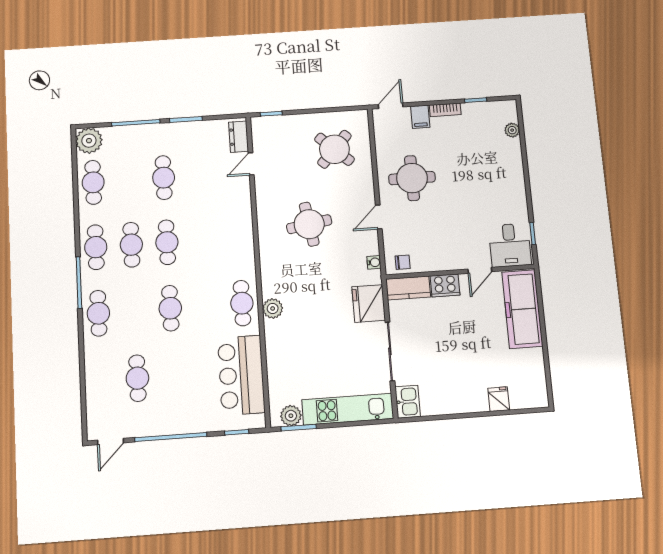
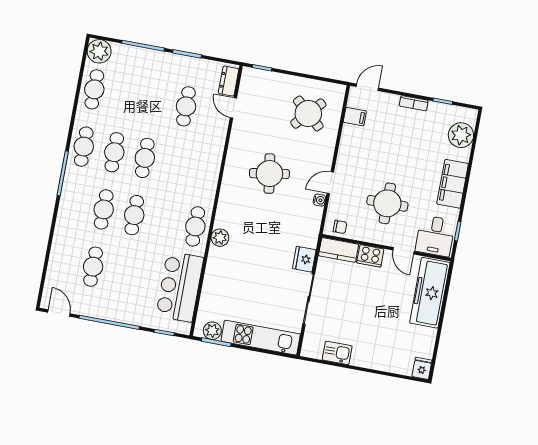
filing cabinet: (420, 117) -> (355, 117), moved, turned -90
plant: (512, 130) -> (461, 135), width x1.88, depth x1.88
door: (251, 164) -> (233, 108), hinge flipped
cafe table: (164, 178) -> (186, 106), moved
round table: (412, 178) -> (387, 203), moved
filing cabinet: (512, 184) -> (453, 184), added
water cooler: (374, 262) -> (319, 200), moved
door: (480, 270) -> (403, 251), hinge flipped
fridge: (369, 304) -> (304, 259), width x0.73, depth x0.75
cafe table: (98, 313) -> (104, 209), moved
fridge: (499, 399) -> (422, 368), moved
kitchen sink: (408, 402) -> (337, 353), moved, turned -90
door: (111, 442) -> (59, 313), swing flipped

